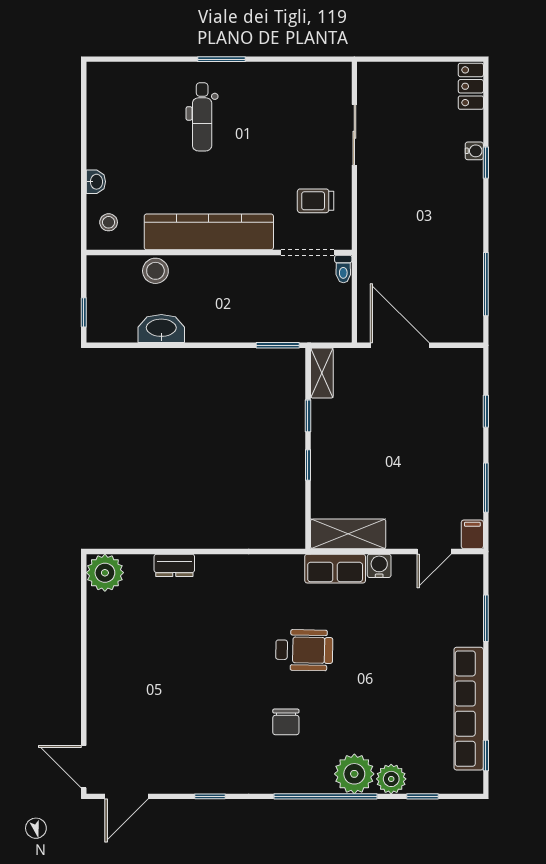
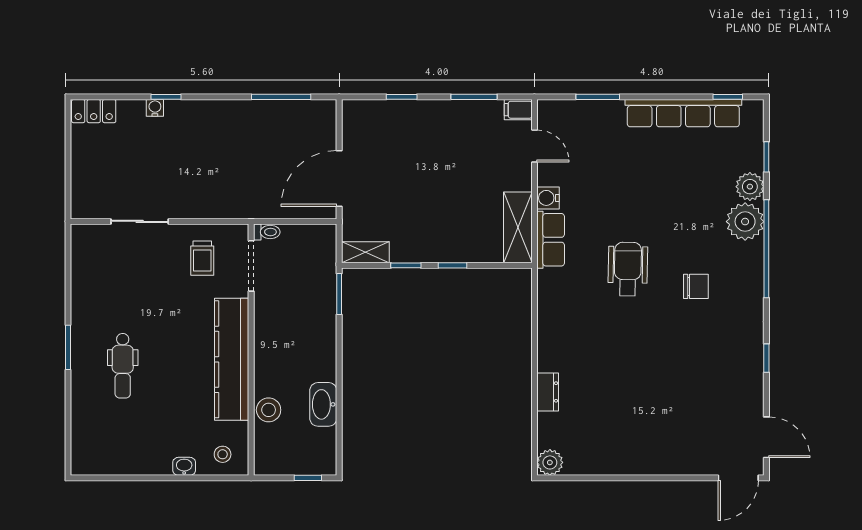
dental chair: (202, 117) -> (123, 366), turned 90
plant: (105, 573) -> (550, 462), width x0.73, depth x0.73

